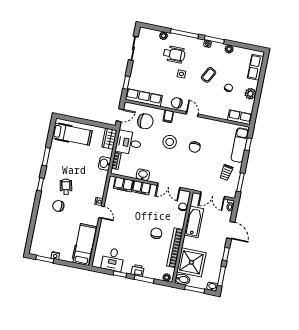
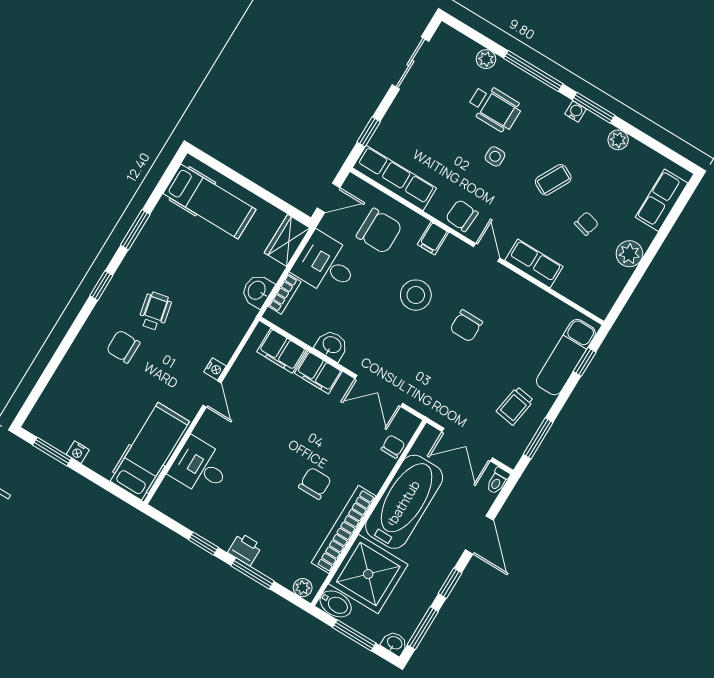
row of seats: (240, 117) -> (534, 264), moved
bathtub: (194, 222) -> (404, 502), width x1.36, depth x1.36
desk: (113, 260) -> (200, 467), moved, turned 90

